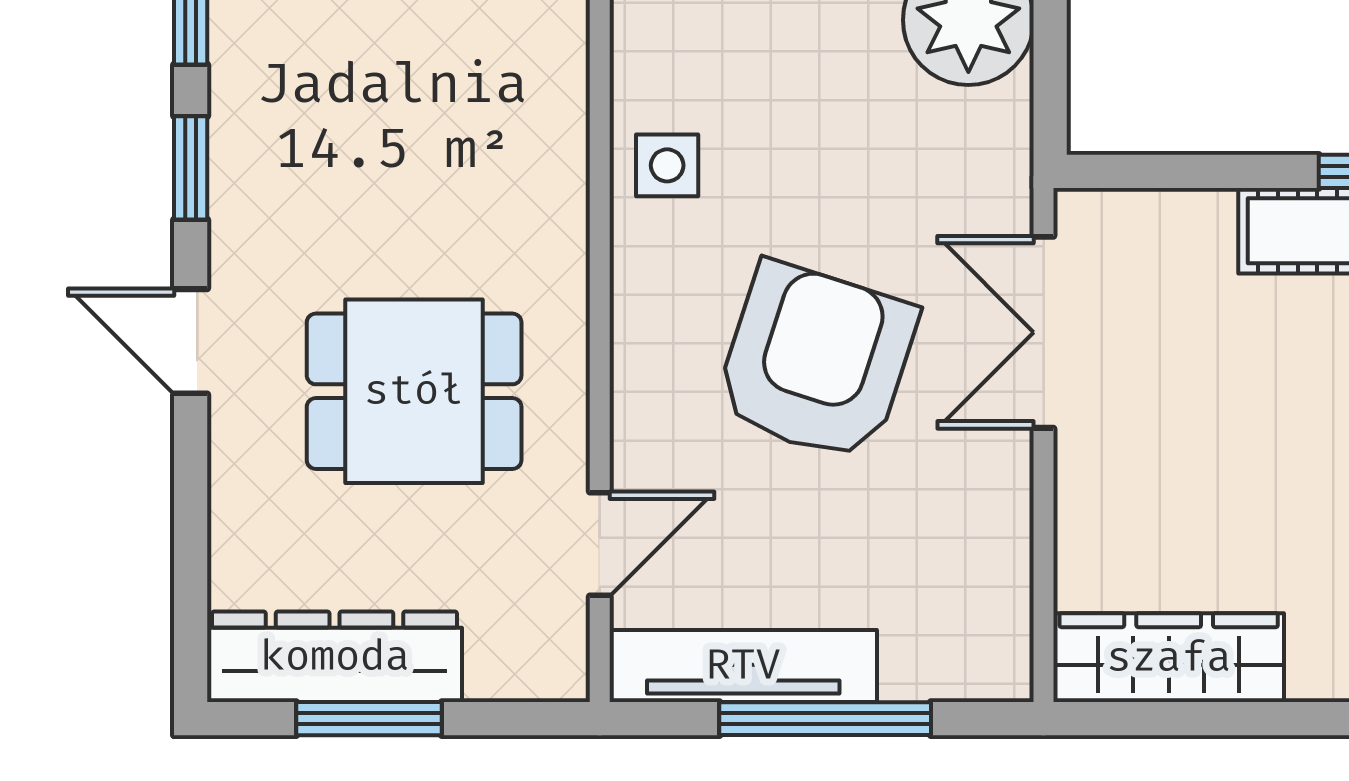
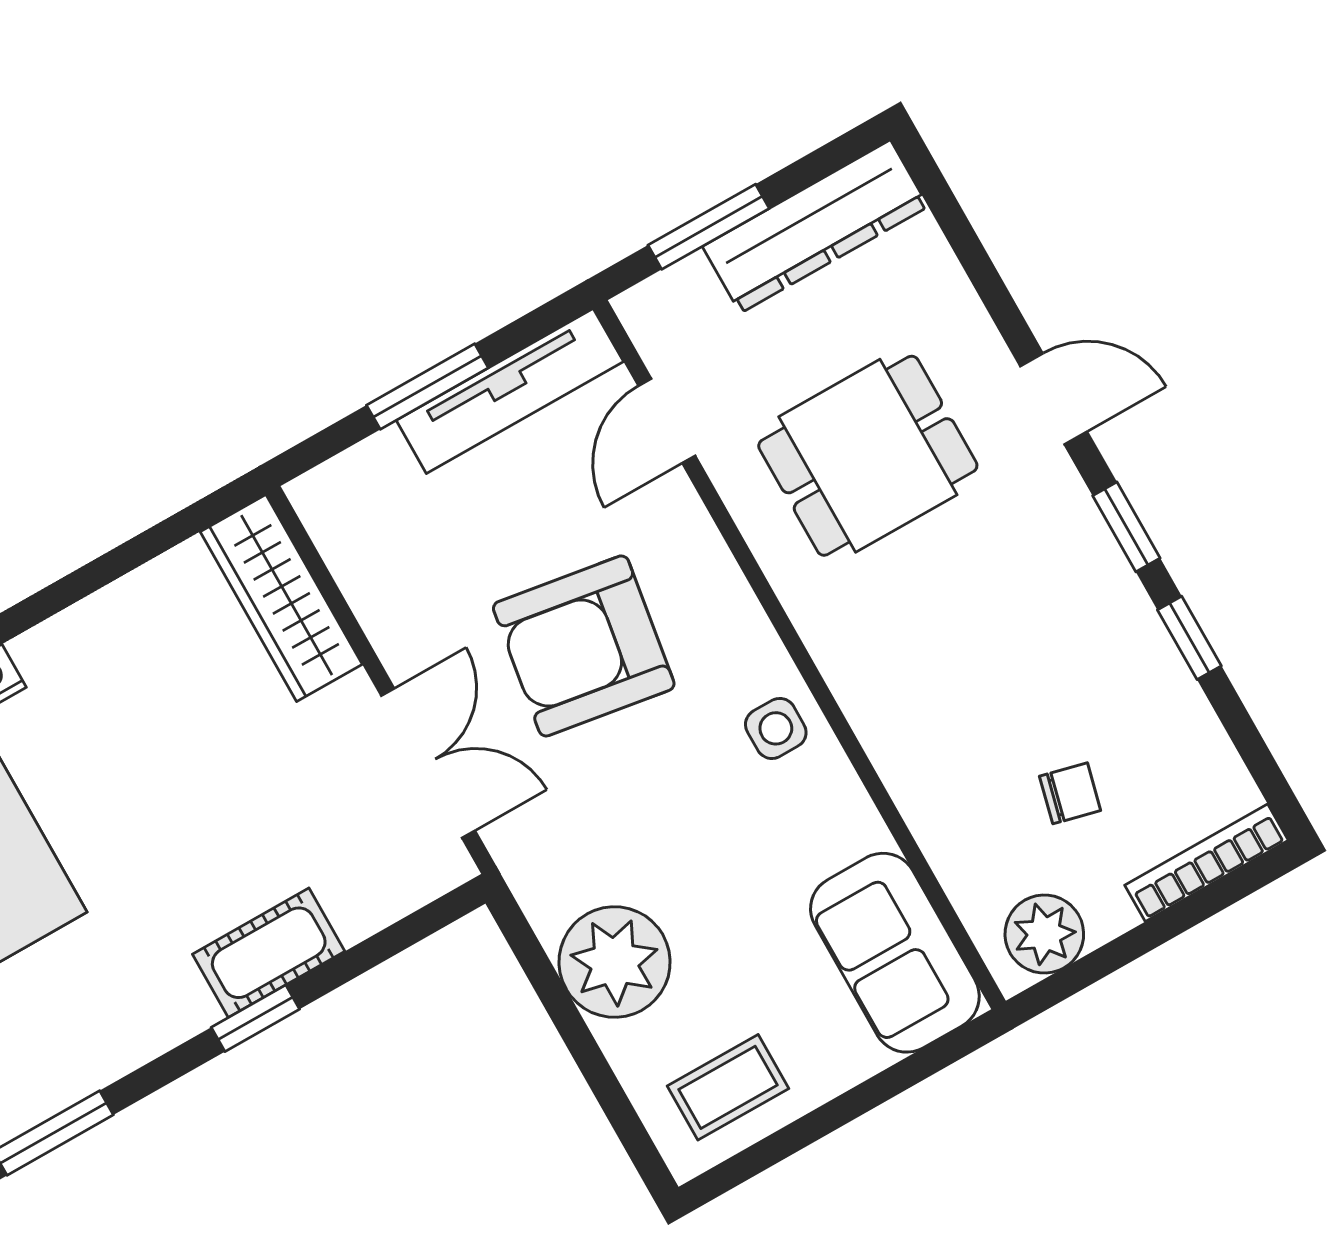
armchair: (816, 362) -> (584, 646), turned 81
wardrobe: (1169, 658) -> (281, 598), moved, turned 90
window: (369, 719) -> (709, 227), moved
window: (825, 719) -> (427, 386), width x0.69

